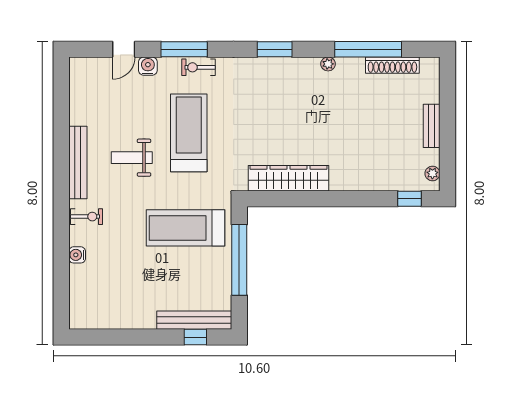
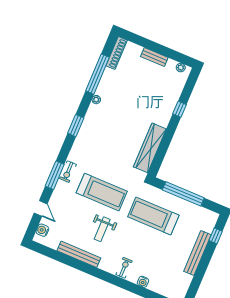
shoe rack: (392, 65) -> (117, 53), moved
water cooler: (148, 66) -> (42, 230), moved
treadmill: (189, 133) -> (102, 192), turned 180
bench: (78, 163) -> (79, 254), moved
window: (410, 199) -> (180, 109), moved
treadmill: (186, 228) -> (153, 216), turned 90
bench: (194, 320) -> (197, 253), moved

